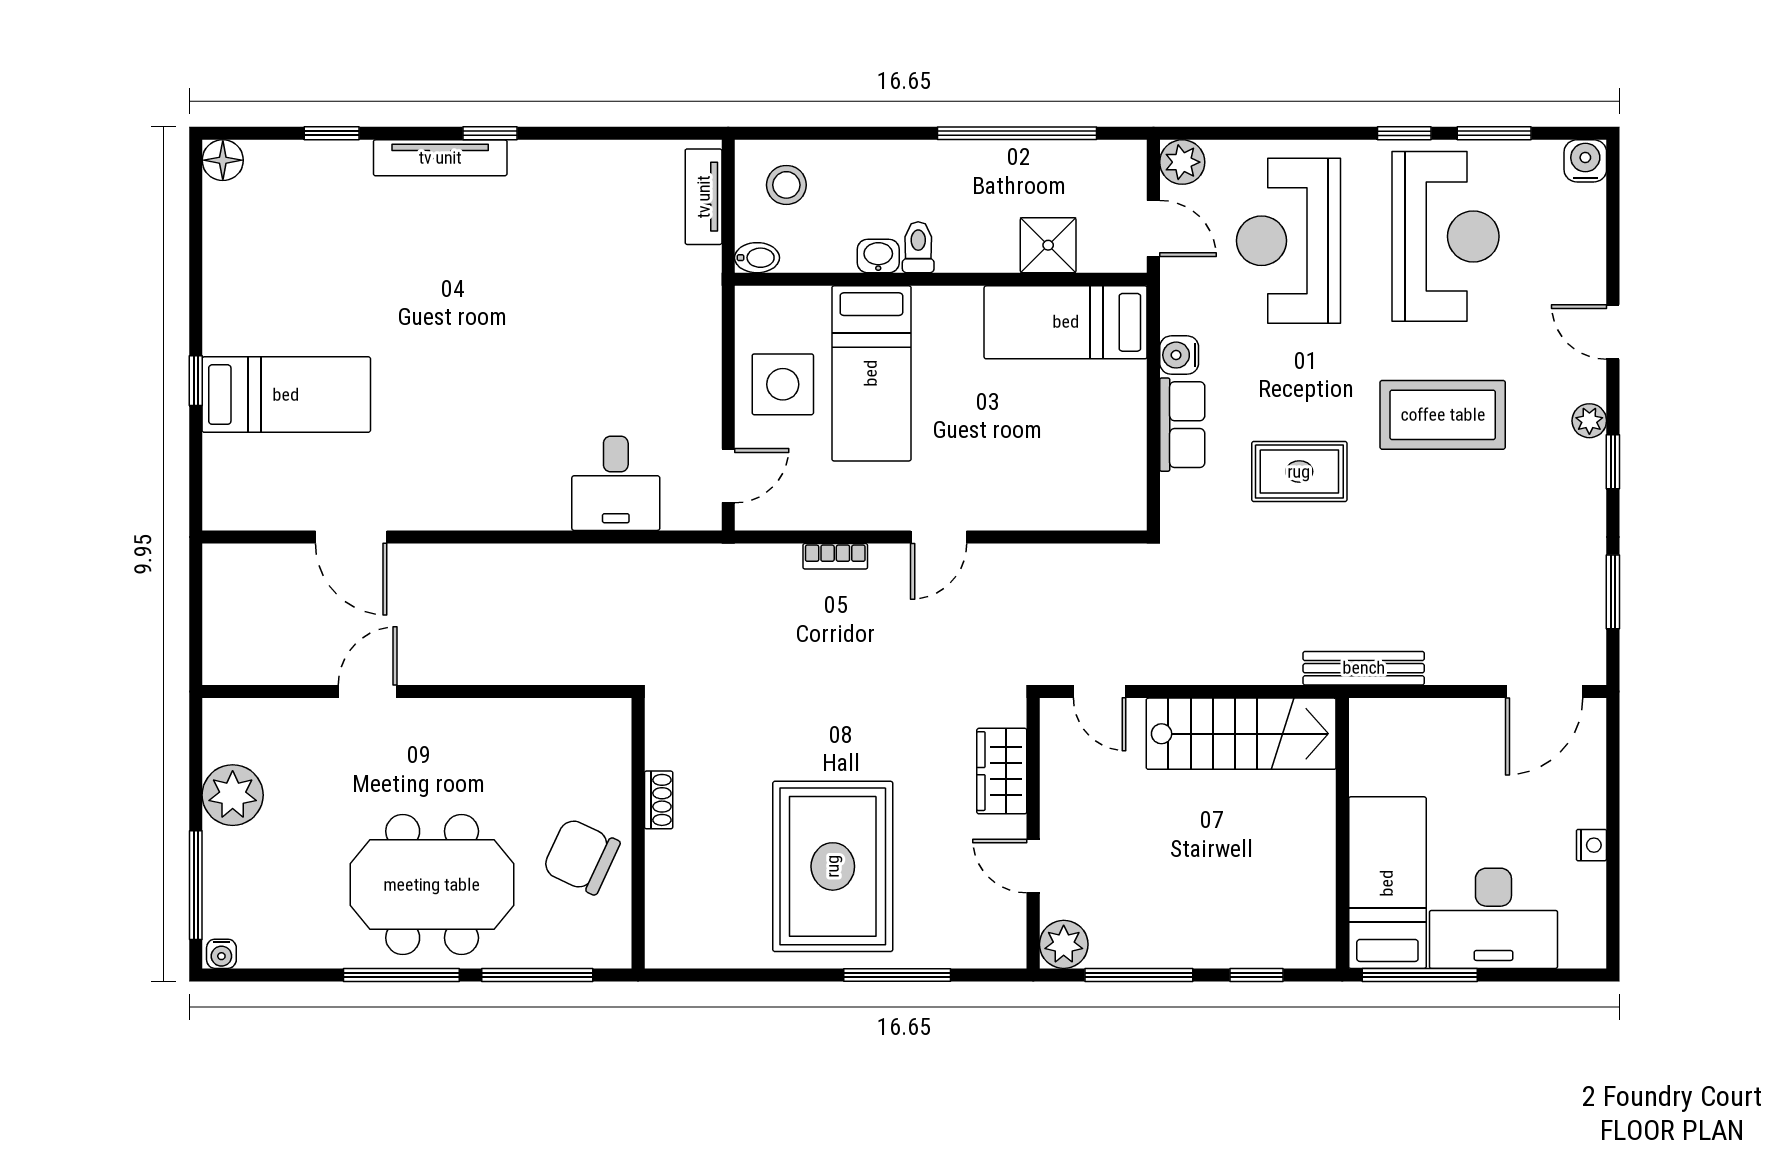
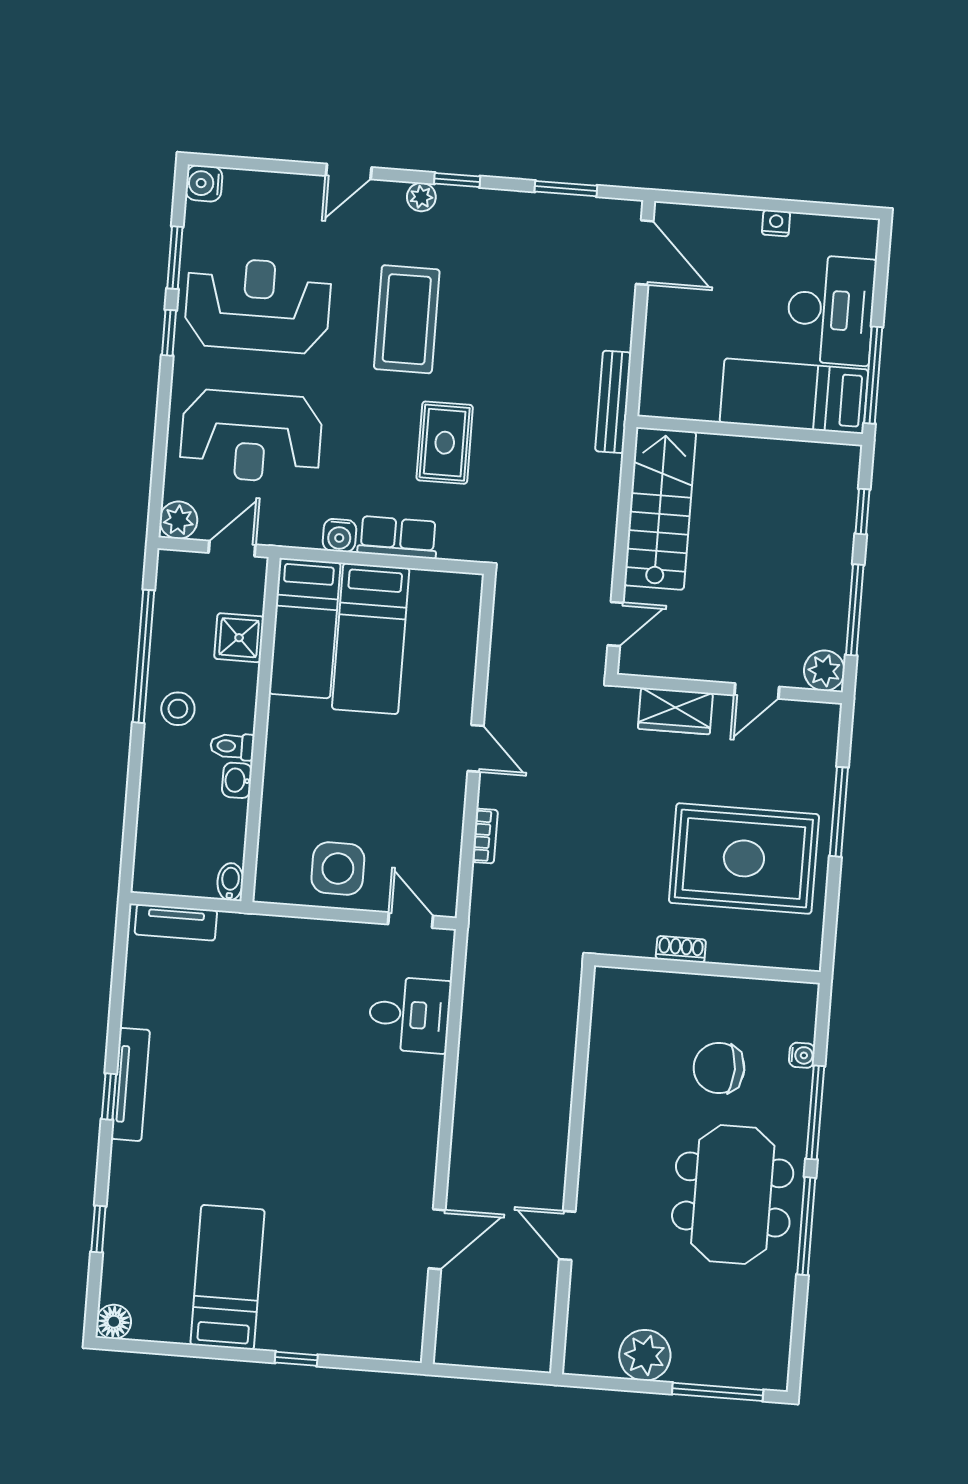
tv unit: (440, 158) -> (130, 1084), moved
stool: (786, 185) -> (178, 709), moved
bed: (871, 373) -> (371, 639), moved, turned 90
bed: (286, 395) -> (228, 1277), moved
shoe rack: (659, 800) -> (681, 949), moved
wall: (638, 833) -> (707, 969), moved
chair: (581, 856) -> (719, 1068), turned 65
water cooler: (221, 954) -> (802, 1055), moved

